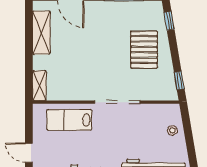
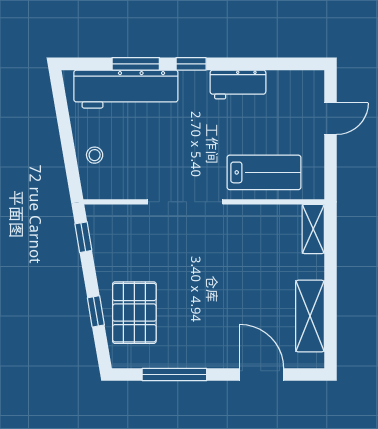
window: (169, 21) -> (96, 311), moved
pallet: (144, 50) -> (134, 313), moved
door: (29, 153) -> (331, 119), hinge flipped

